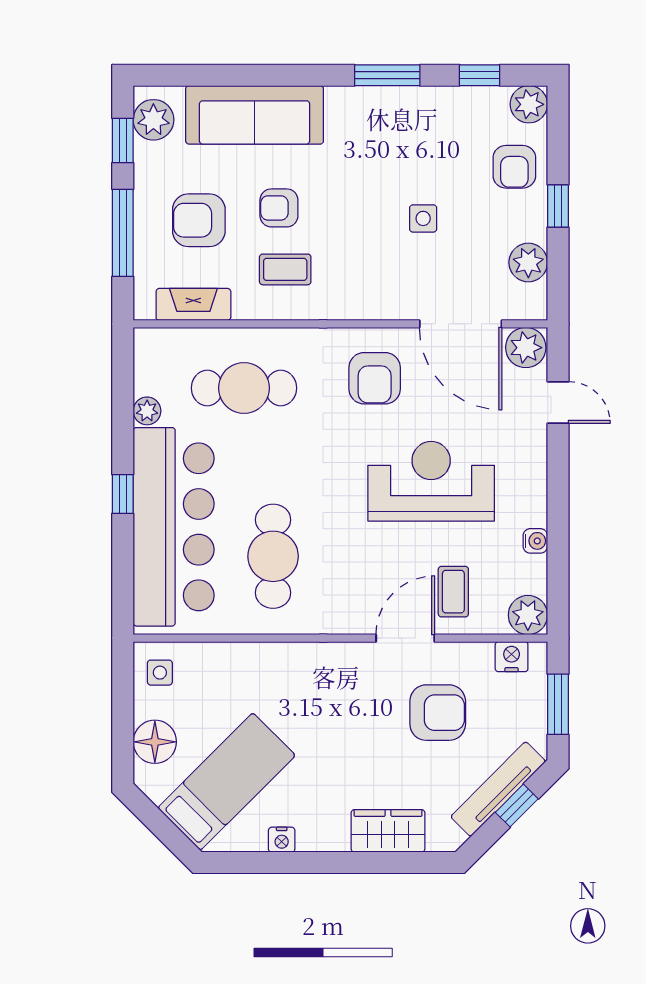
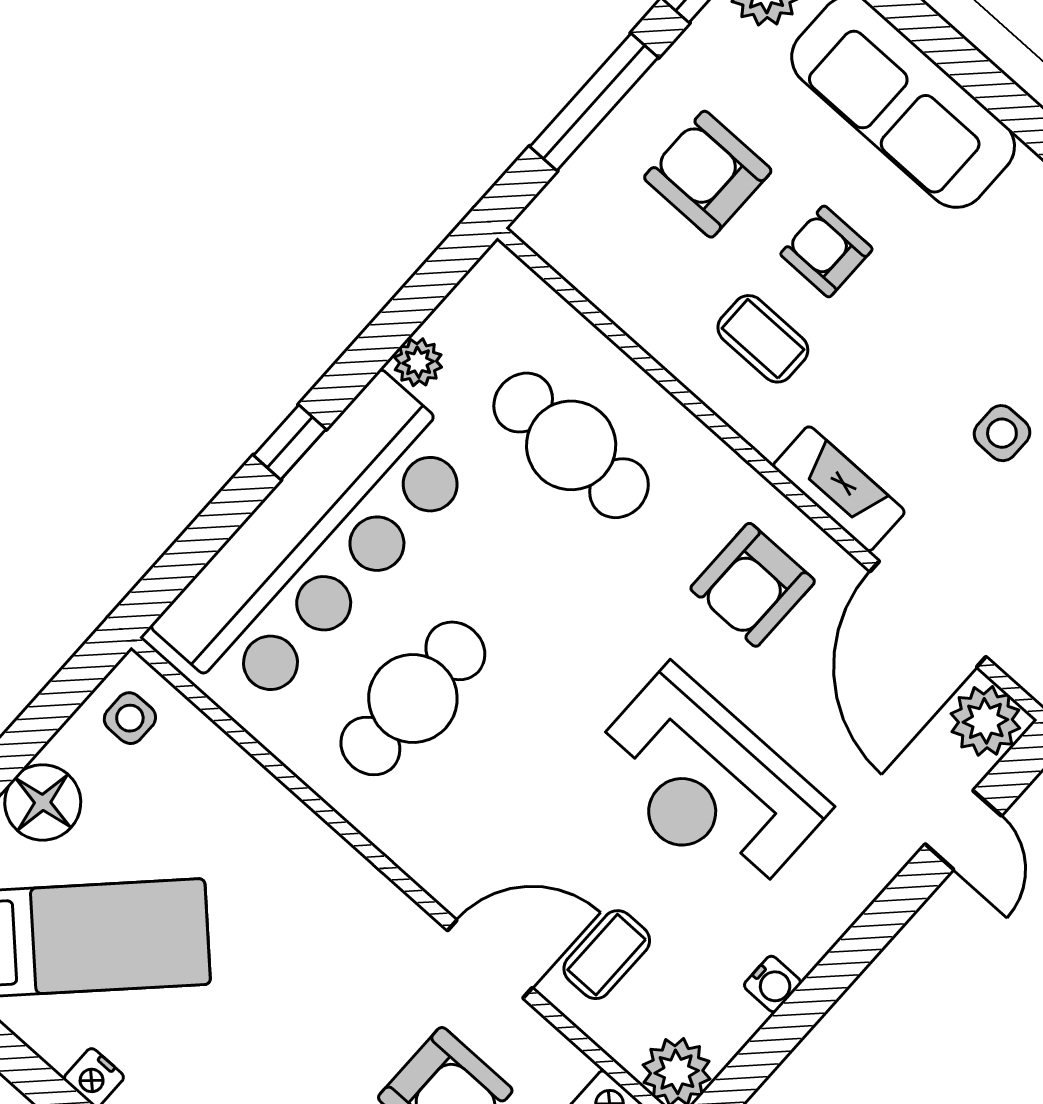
fireplace: (193, 304) -> (839, 489), moved
reception desk: (431, 481) -> (706, 785), turned 180

